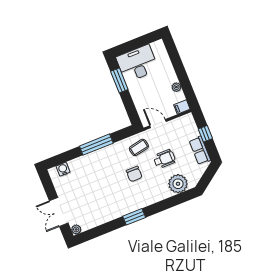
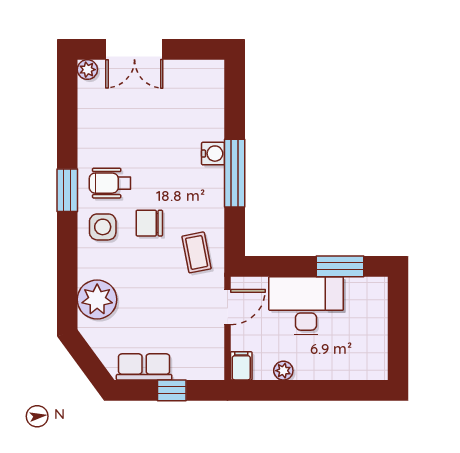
desk: (137, 64) -> (306, 306), moved, turned -90
wheelchair: (164, 159) -> (110, 183), moved, turned 90
water cooler: (63, 169) -> (213, 154), moved
side table: (144, 194) -> (103, 227), added
double door: (59, 212) -> (134, 49), swing flipped

